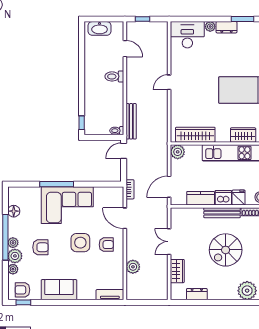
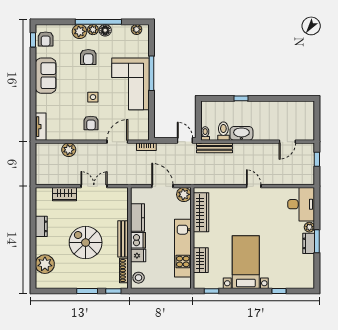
window: (243, 19) -> (317, 241), moved
washbasin: (100, 28) -> (241, 133), moved, turned 90
toilet: (114, 76) -> (223, 131), moved
window: (82, 123) -> (241, 98), moved
door: (169, 187) -> (162, 186), moved
floor lamp: (14, 211) -> (105, 30), moved
side table: (80, 243) -> (93, 97), width x0.54, depth x0.54
plant: (13, 269) -> (137, 29), moved
armchair: (22, 290) -> (46, 39), turned 180
dresser: (197, 294) -> (41, 226), moved

